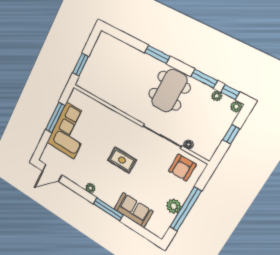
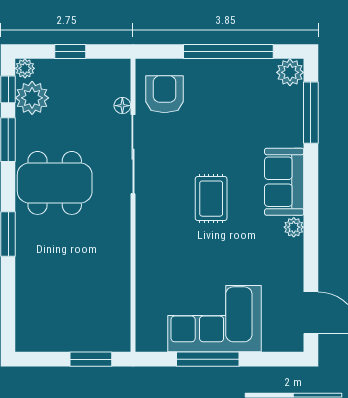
plant: (217, 96) -> (32, 98), width x1.88, depth x1.88
armchair: (182, 168) -> (165, 94), turned -90
plant: (174, 206) -> (290, 72), moved
window: (108, 209) -> (311, 113), moved
sofa: (133, 210) -> (284, 182), moved

